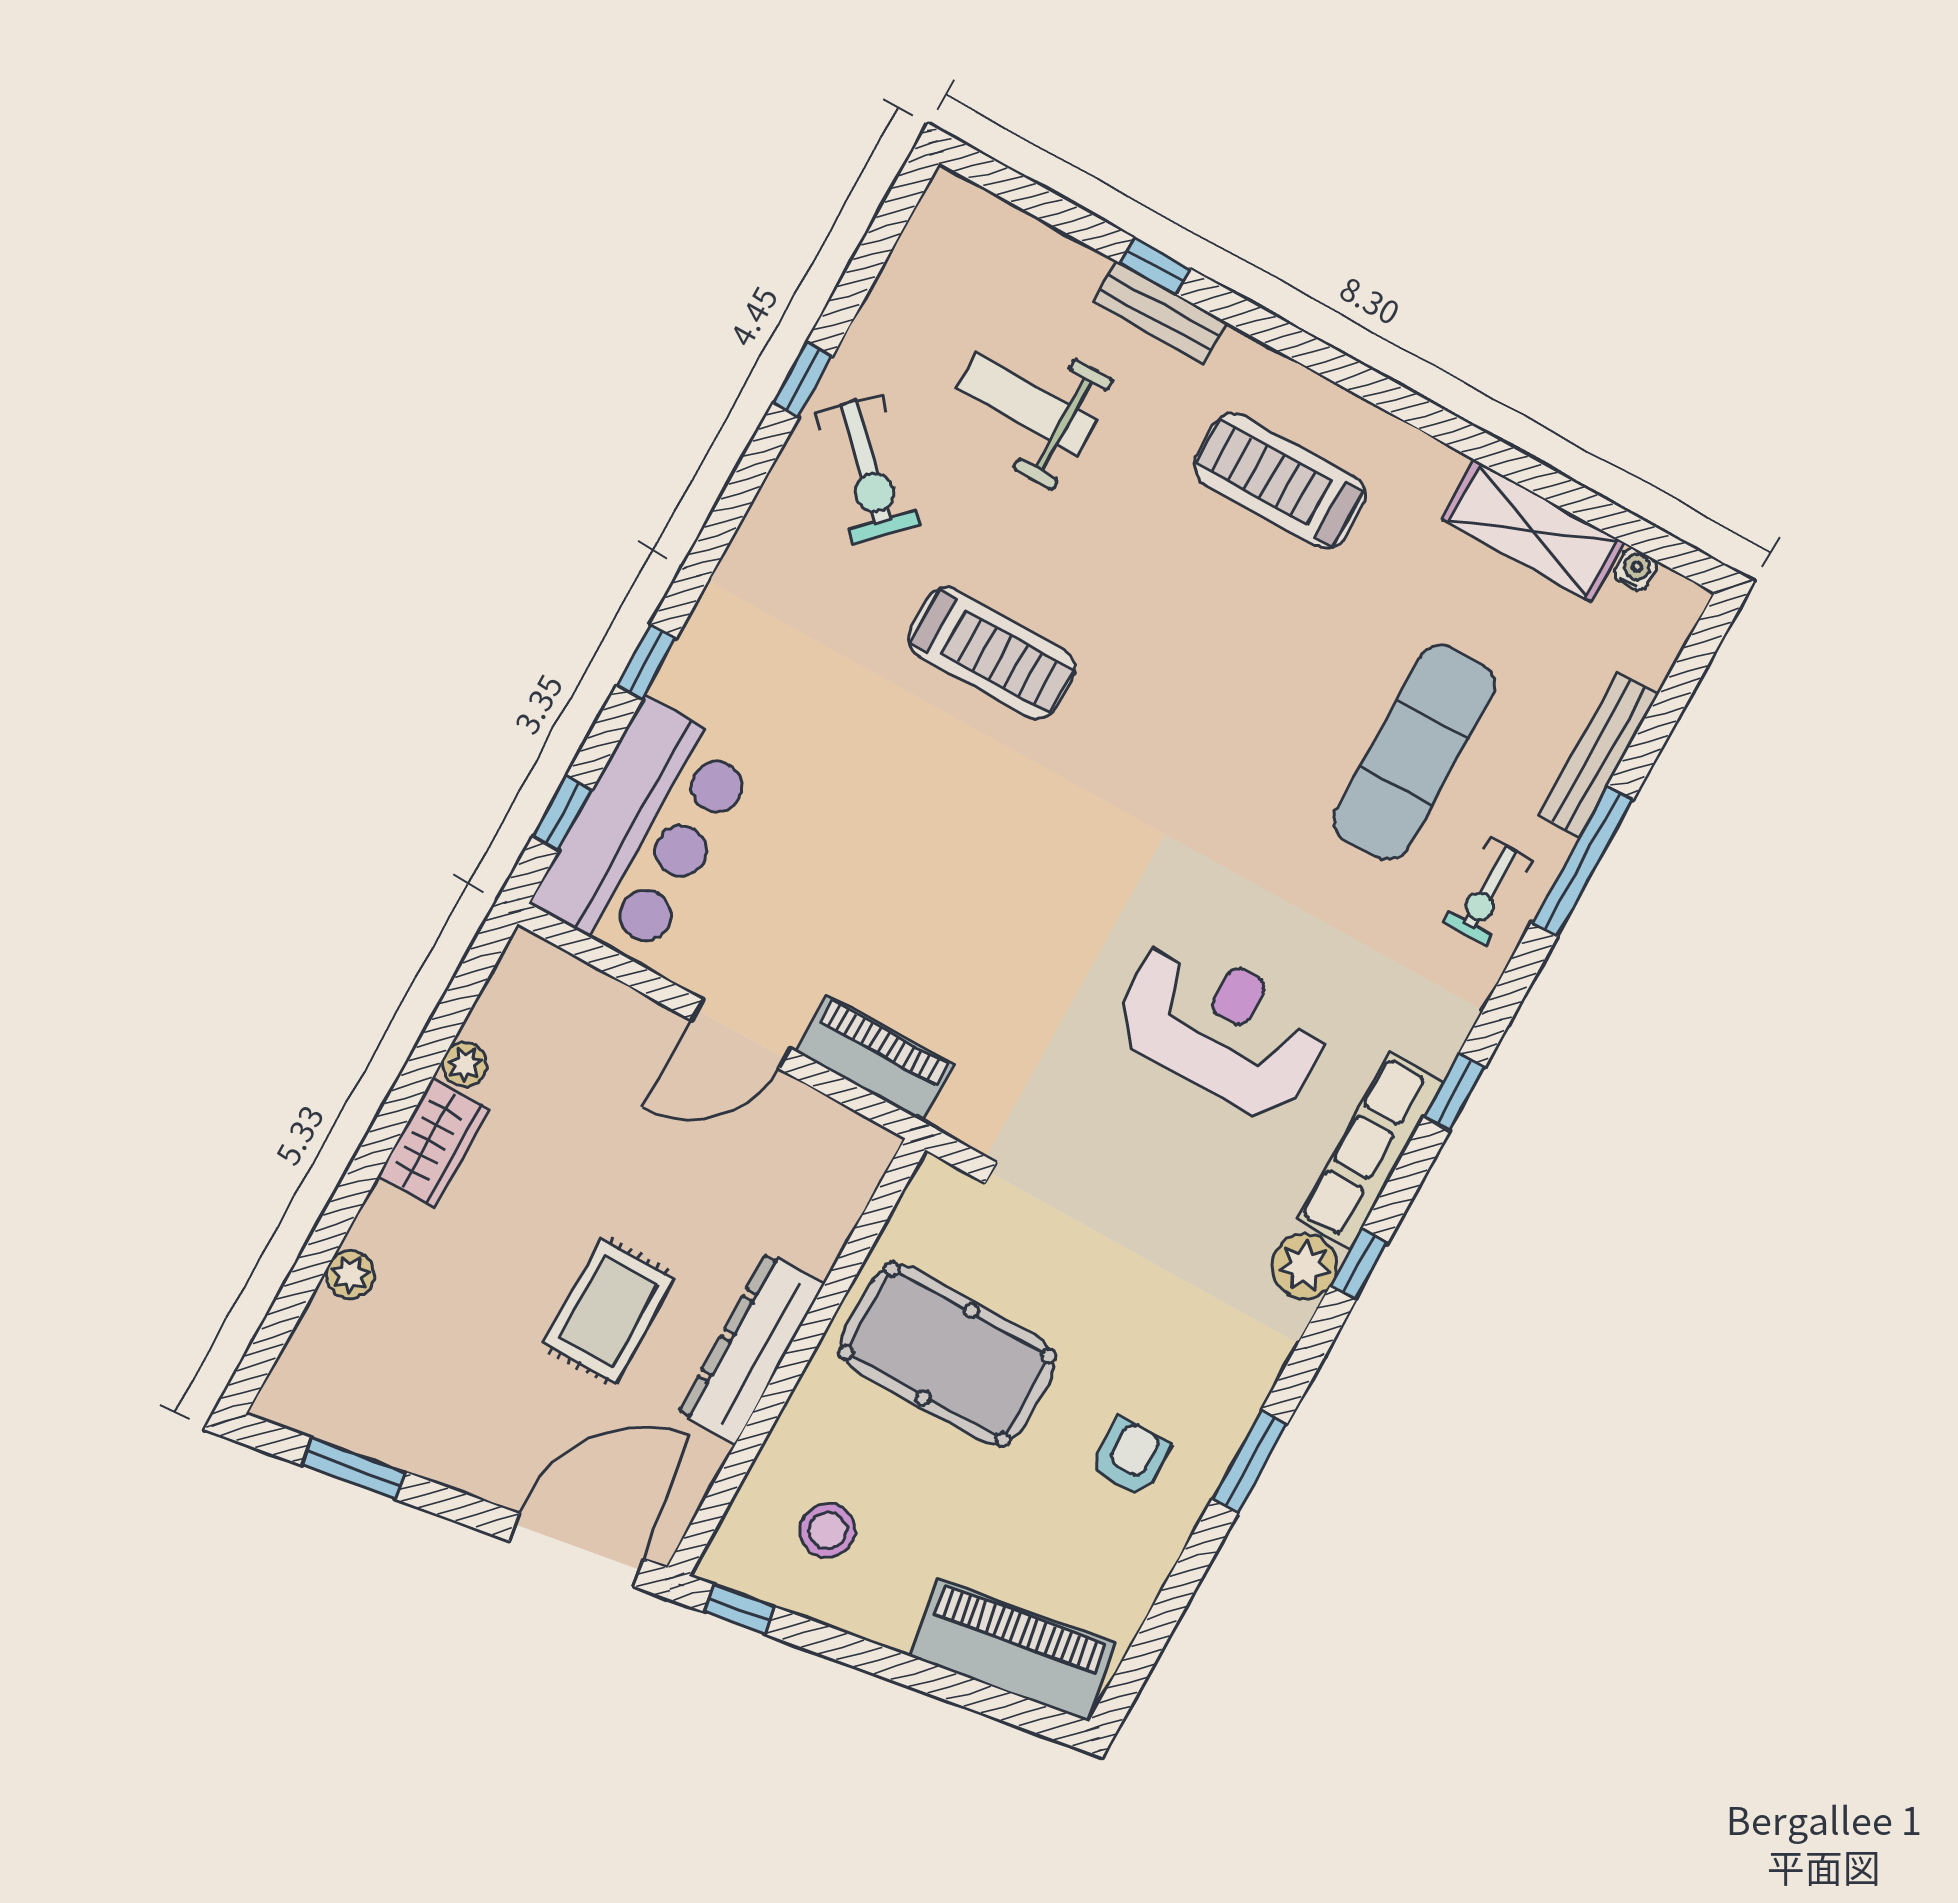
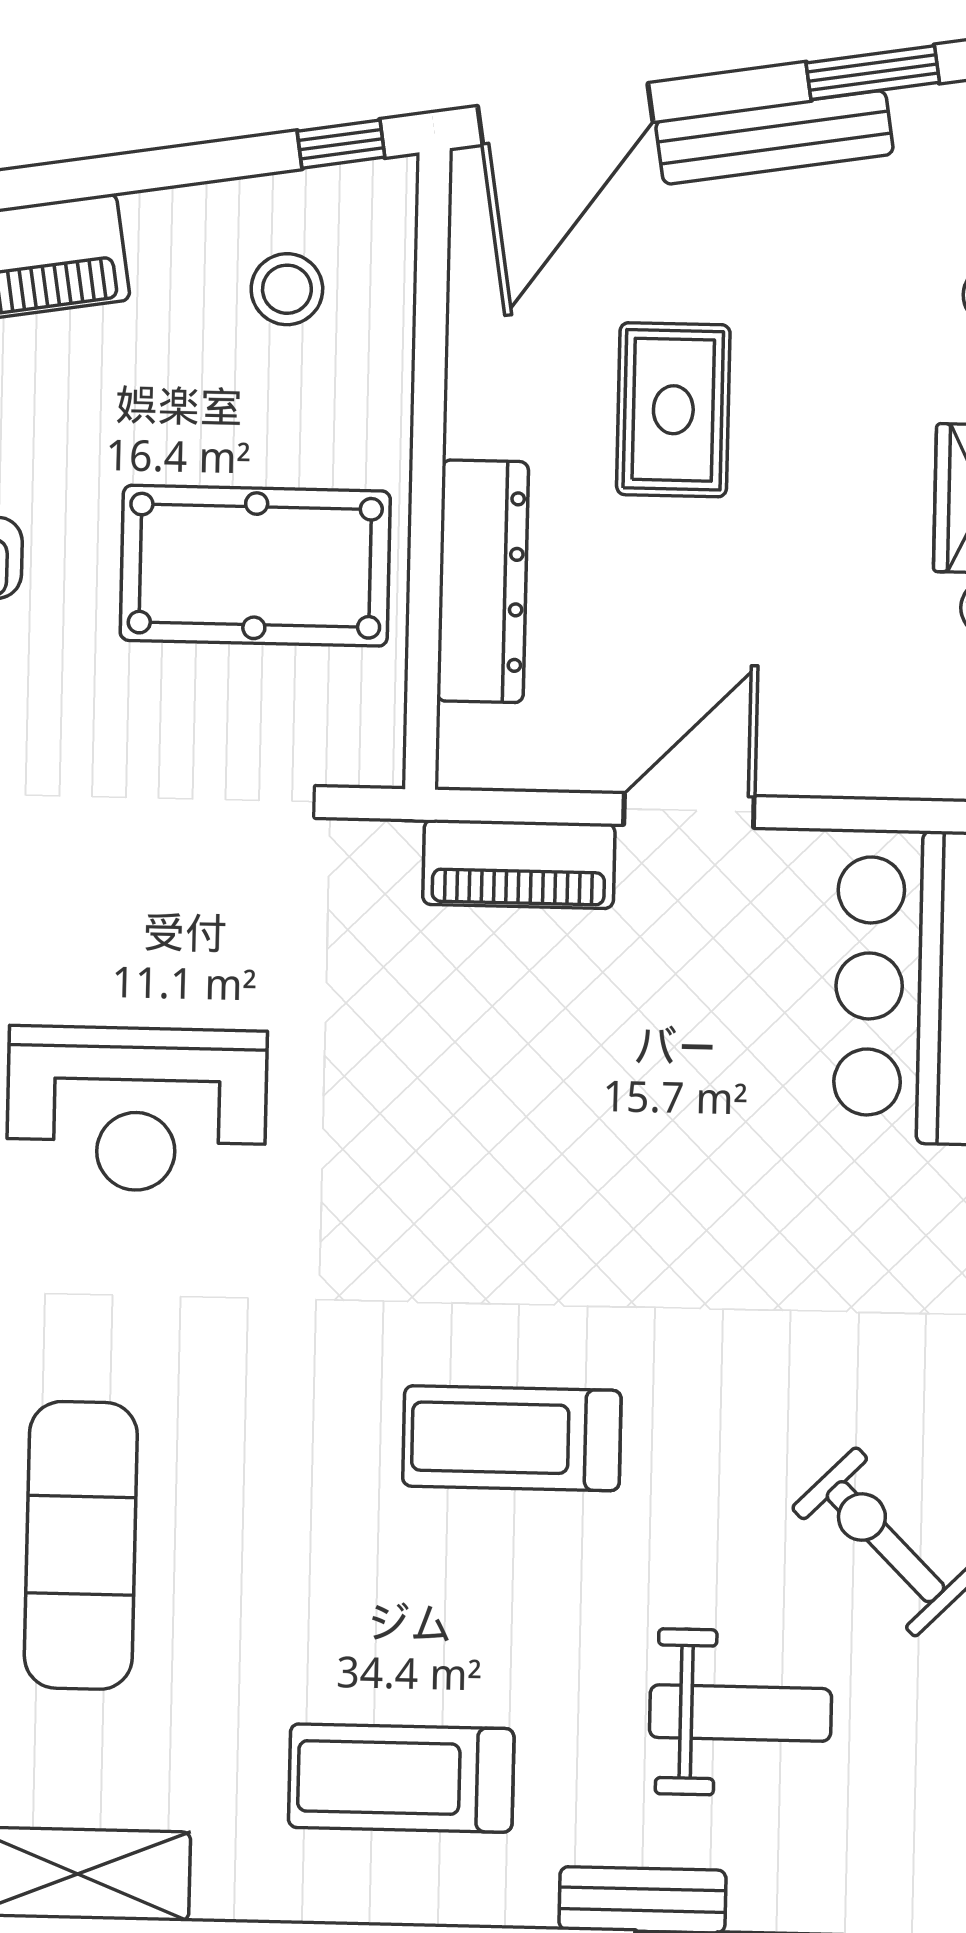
treadmill: (1280, 481) -> (401, 1778), turned 180
treadmill: (991, 653) -> (512, 1438), moved
dresser: (751, 1349) -> (483, 581), moved
bench: (443, 1460) -> (774, 137), added

